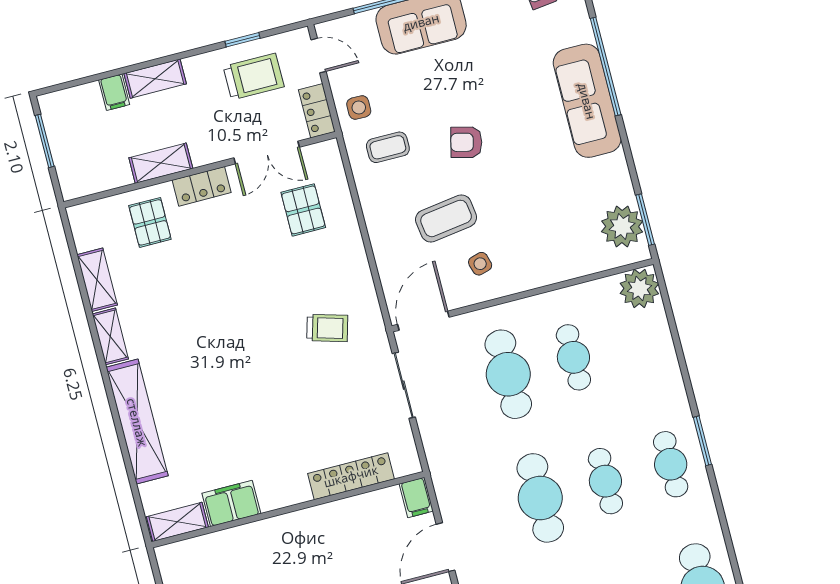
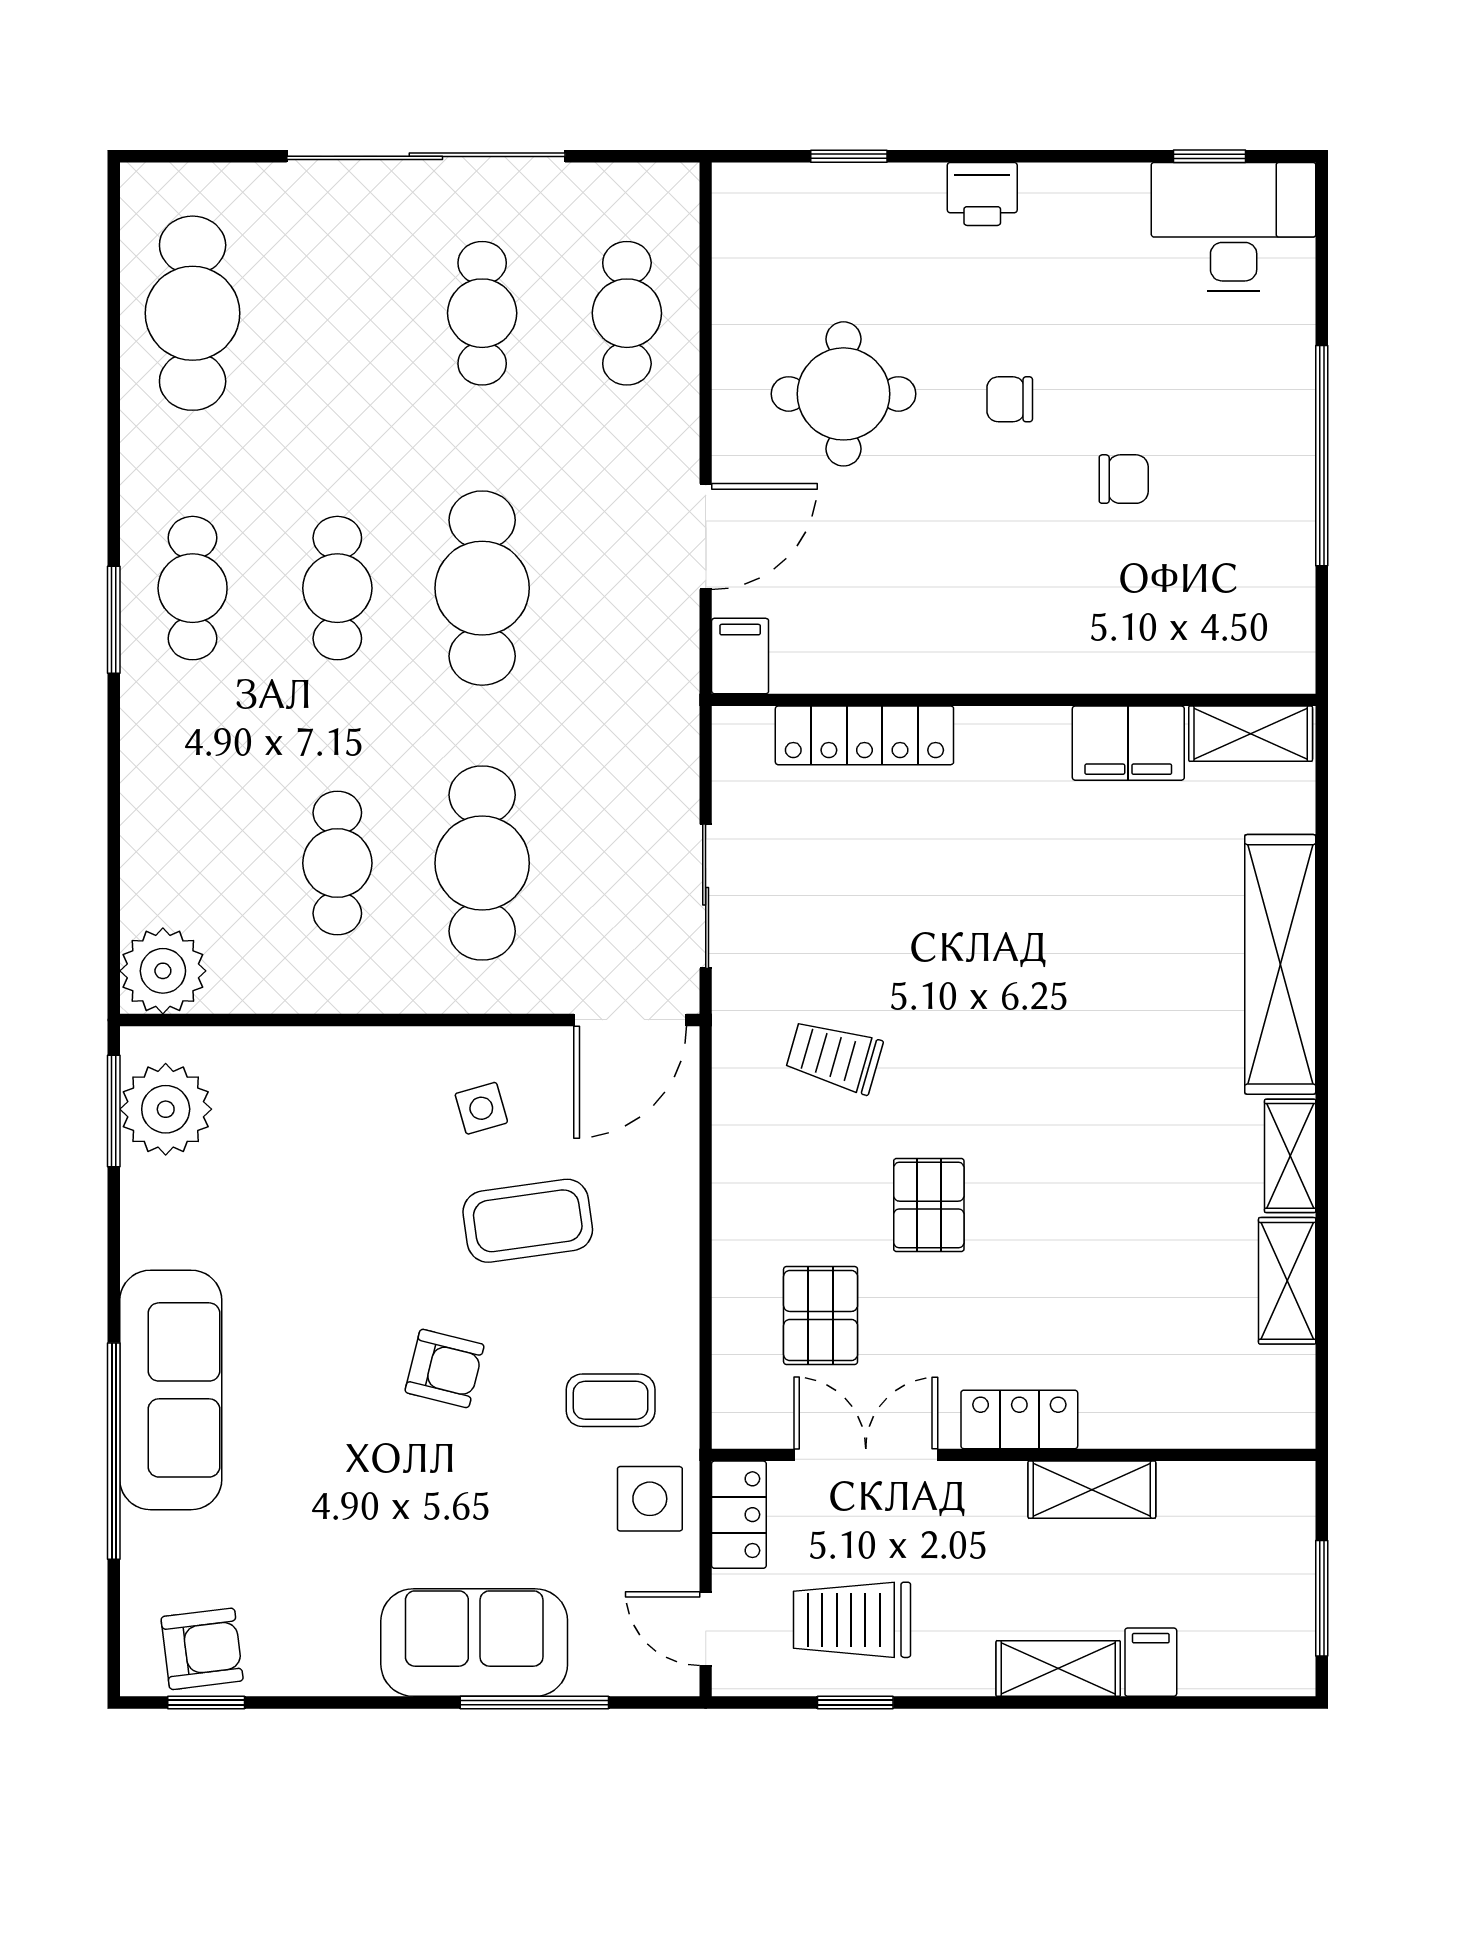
side table: (359, 108) -> (650, 1499), width x1.37, depth x1.37
pallet: (150, 222) -> (929, 1205), moved

